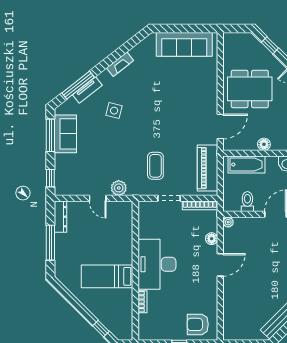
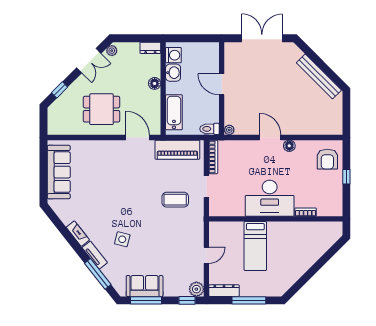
dining table: (250, 89) -> (101, 109), width x0.73
tv unit: (87, 90) -> (95, 255), moved
floor lamp: (264, 144) -> (155, 83), moved
plant: (119, 188) -> (196, 289), moved
toilet: (247, 202) -> (209, 129), moved
floor lamp: (212, 239) -> (289, 146), moved
bed: (107, 276) -> (255, 246), moved
window: (101, 329) -> (331, 252), removed

